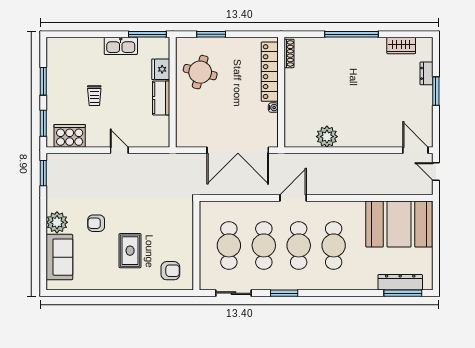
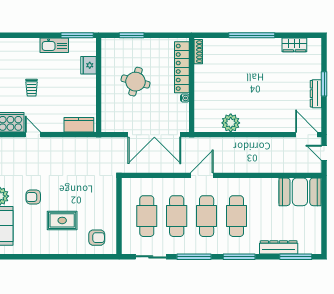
round table: (200, 72) -> (136, 82), moved
dresser: (426, 73) -> (316, 94), moved, width x1.44
kitchen counter: (161, 98) -> (79, 125), moved, turned 90
door: (119, 150) -> (33, 135), moved
booth: (399, 224) -> (300, 192), width x0.73, depth x0.70
rug: (130, 251) -> (62, 220), turned 90
dresser: (400, 282) -> (279, 247), moved
window: (284, 293) -> (194, 257), width x1.44
window: (337, 293) -> (239, 257), added

